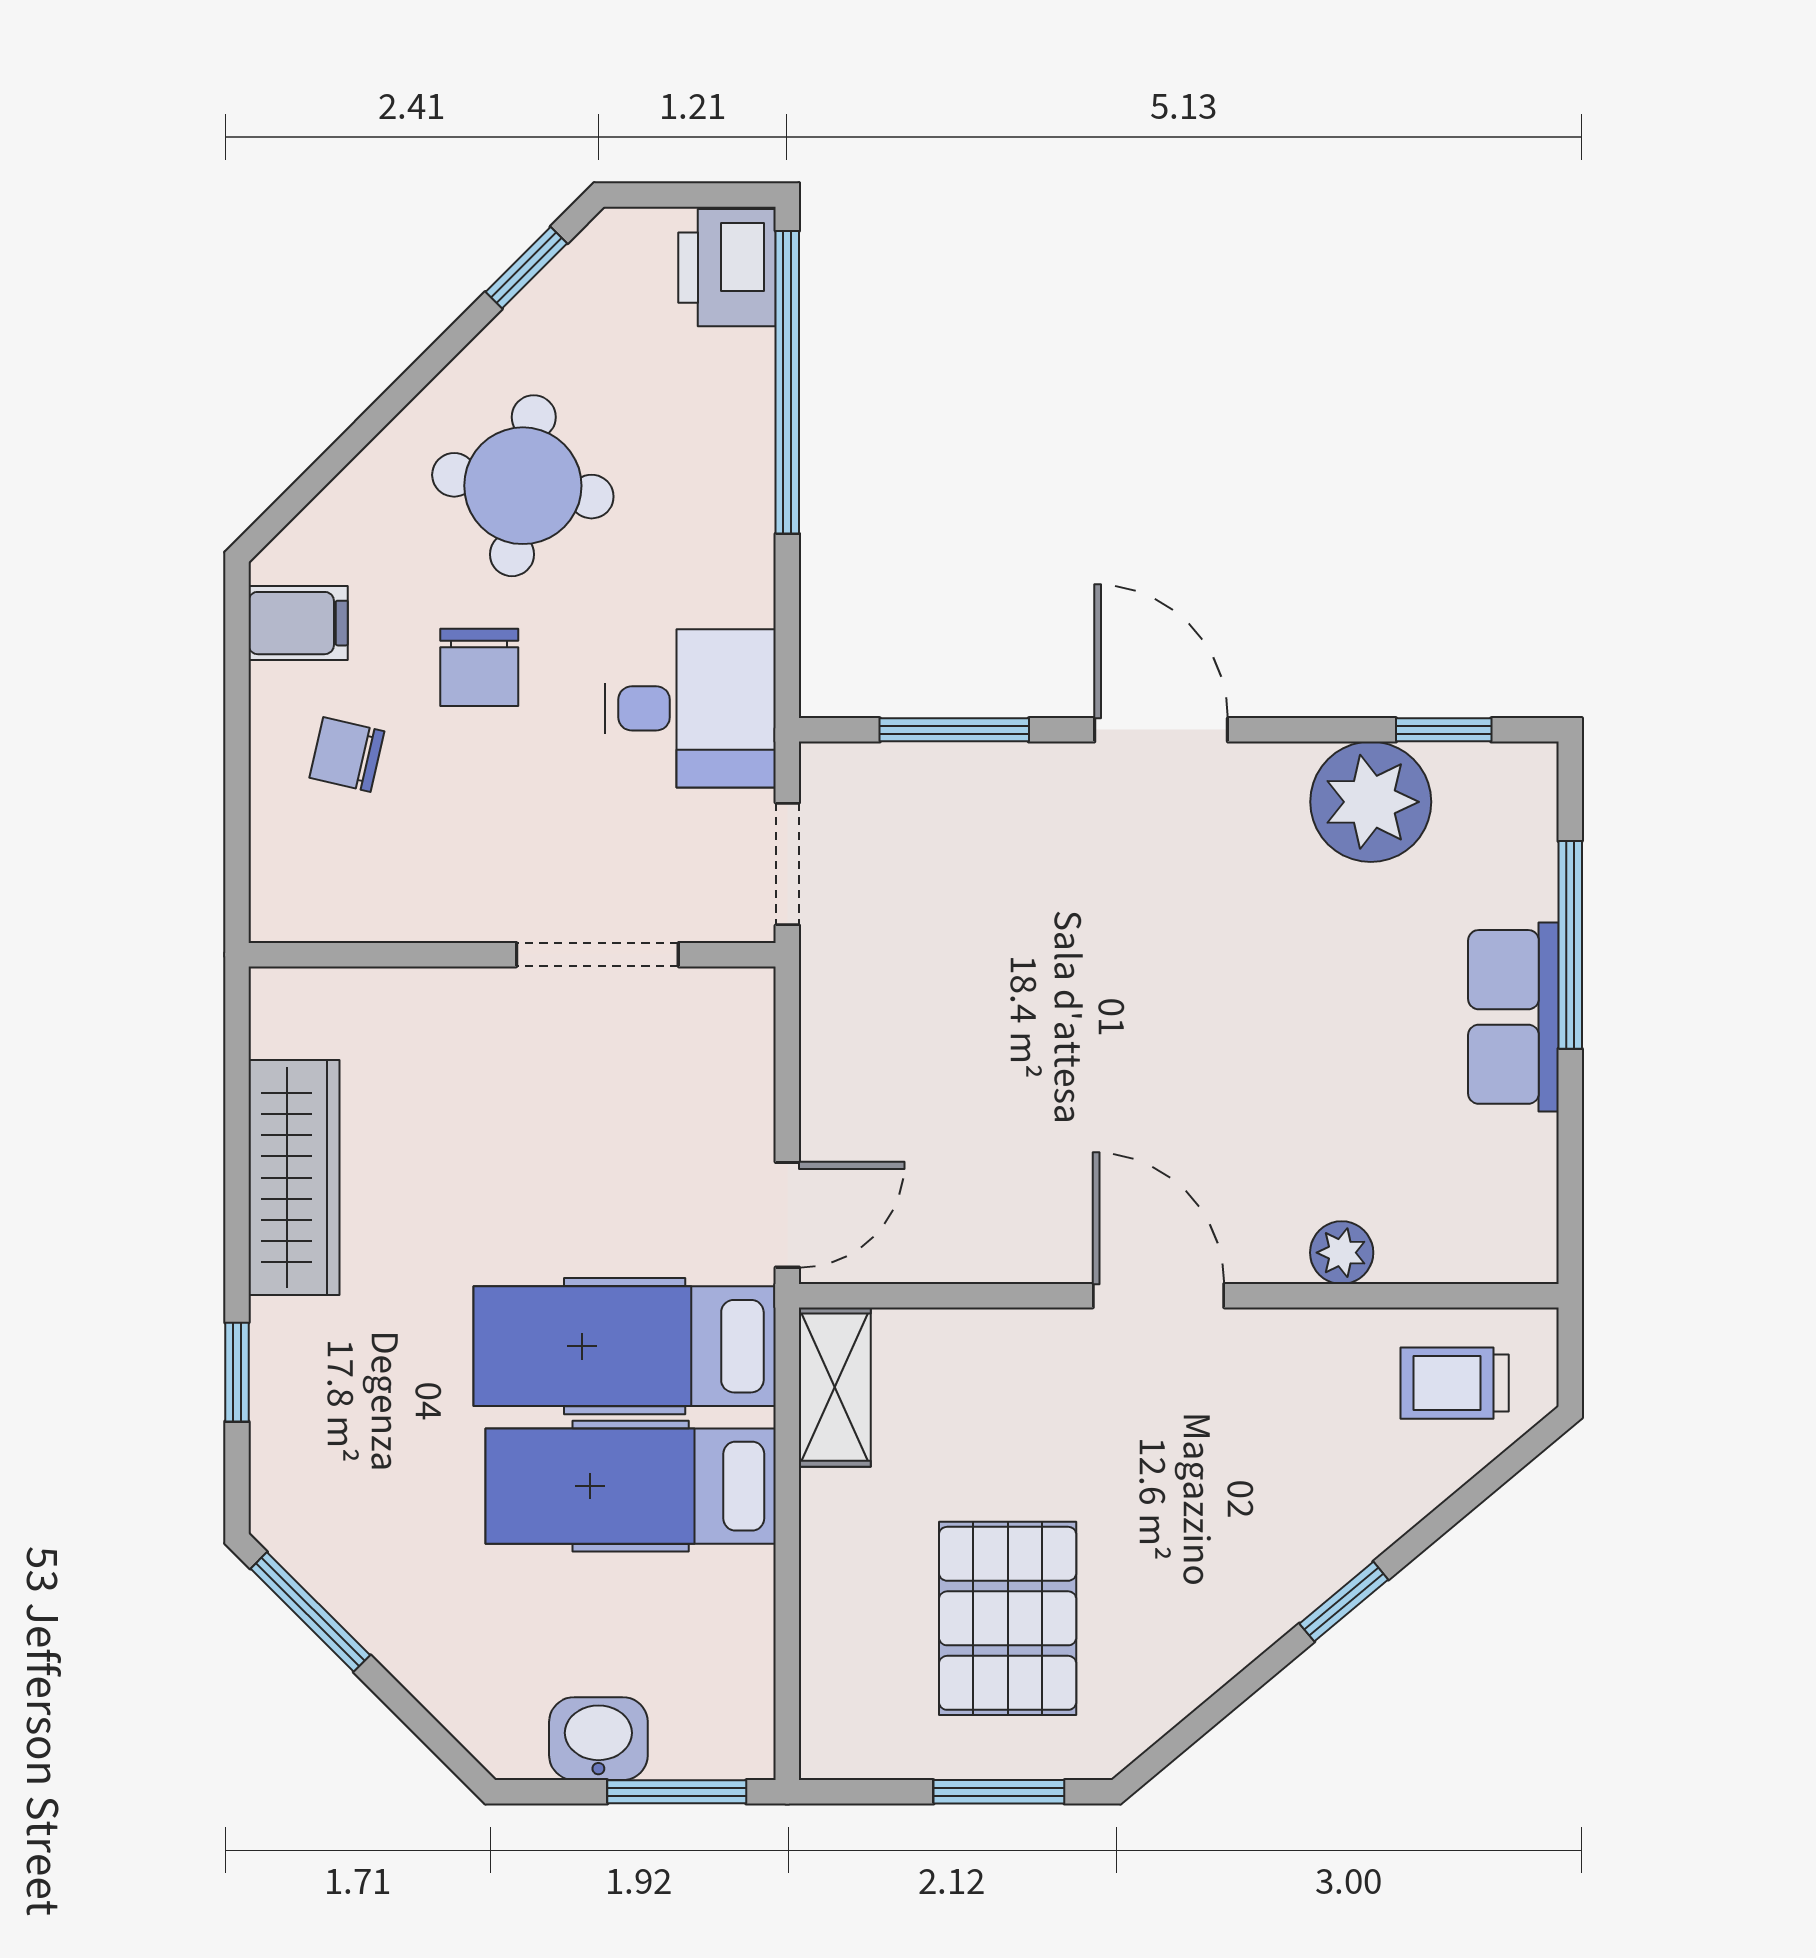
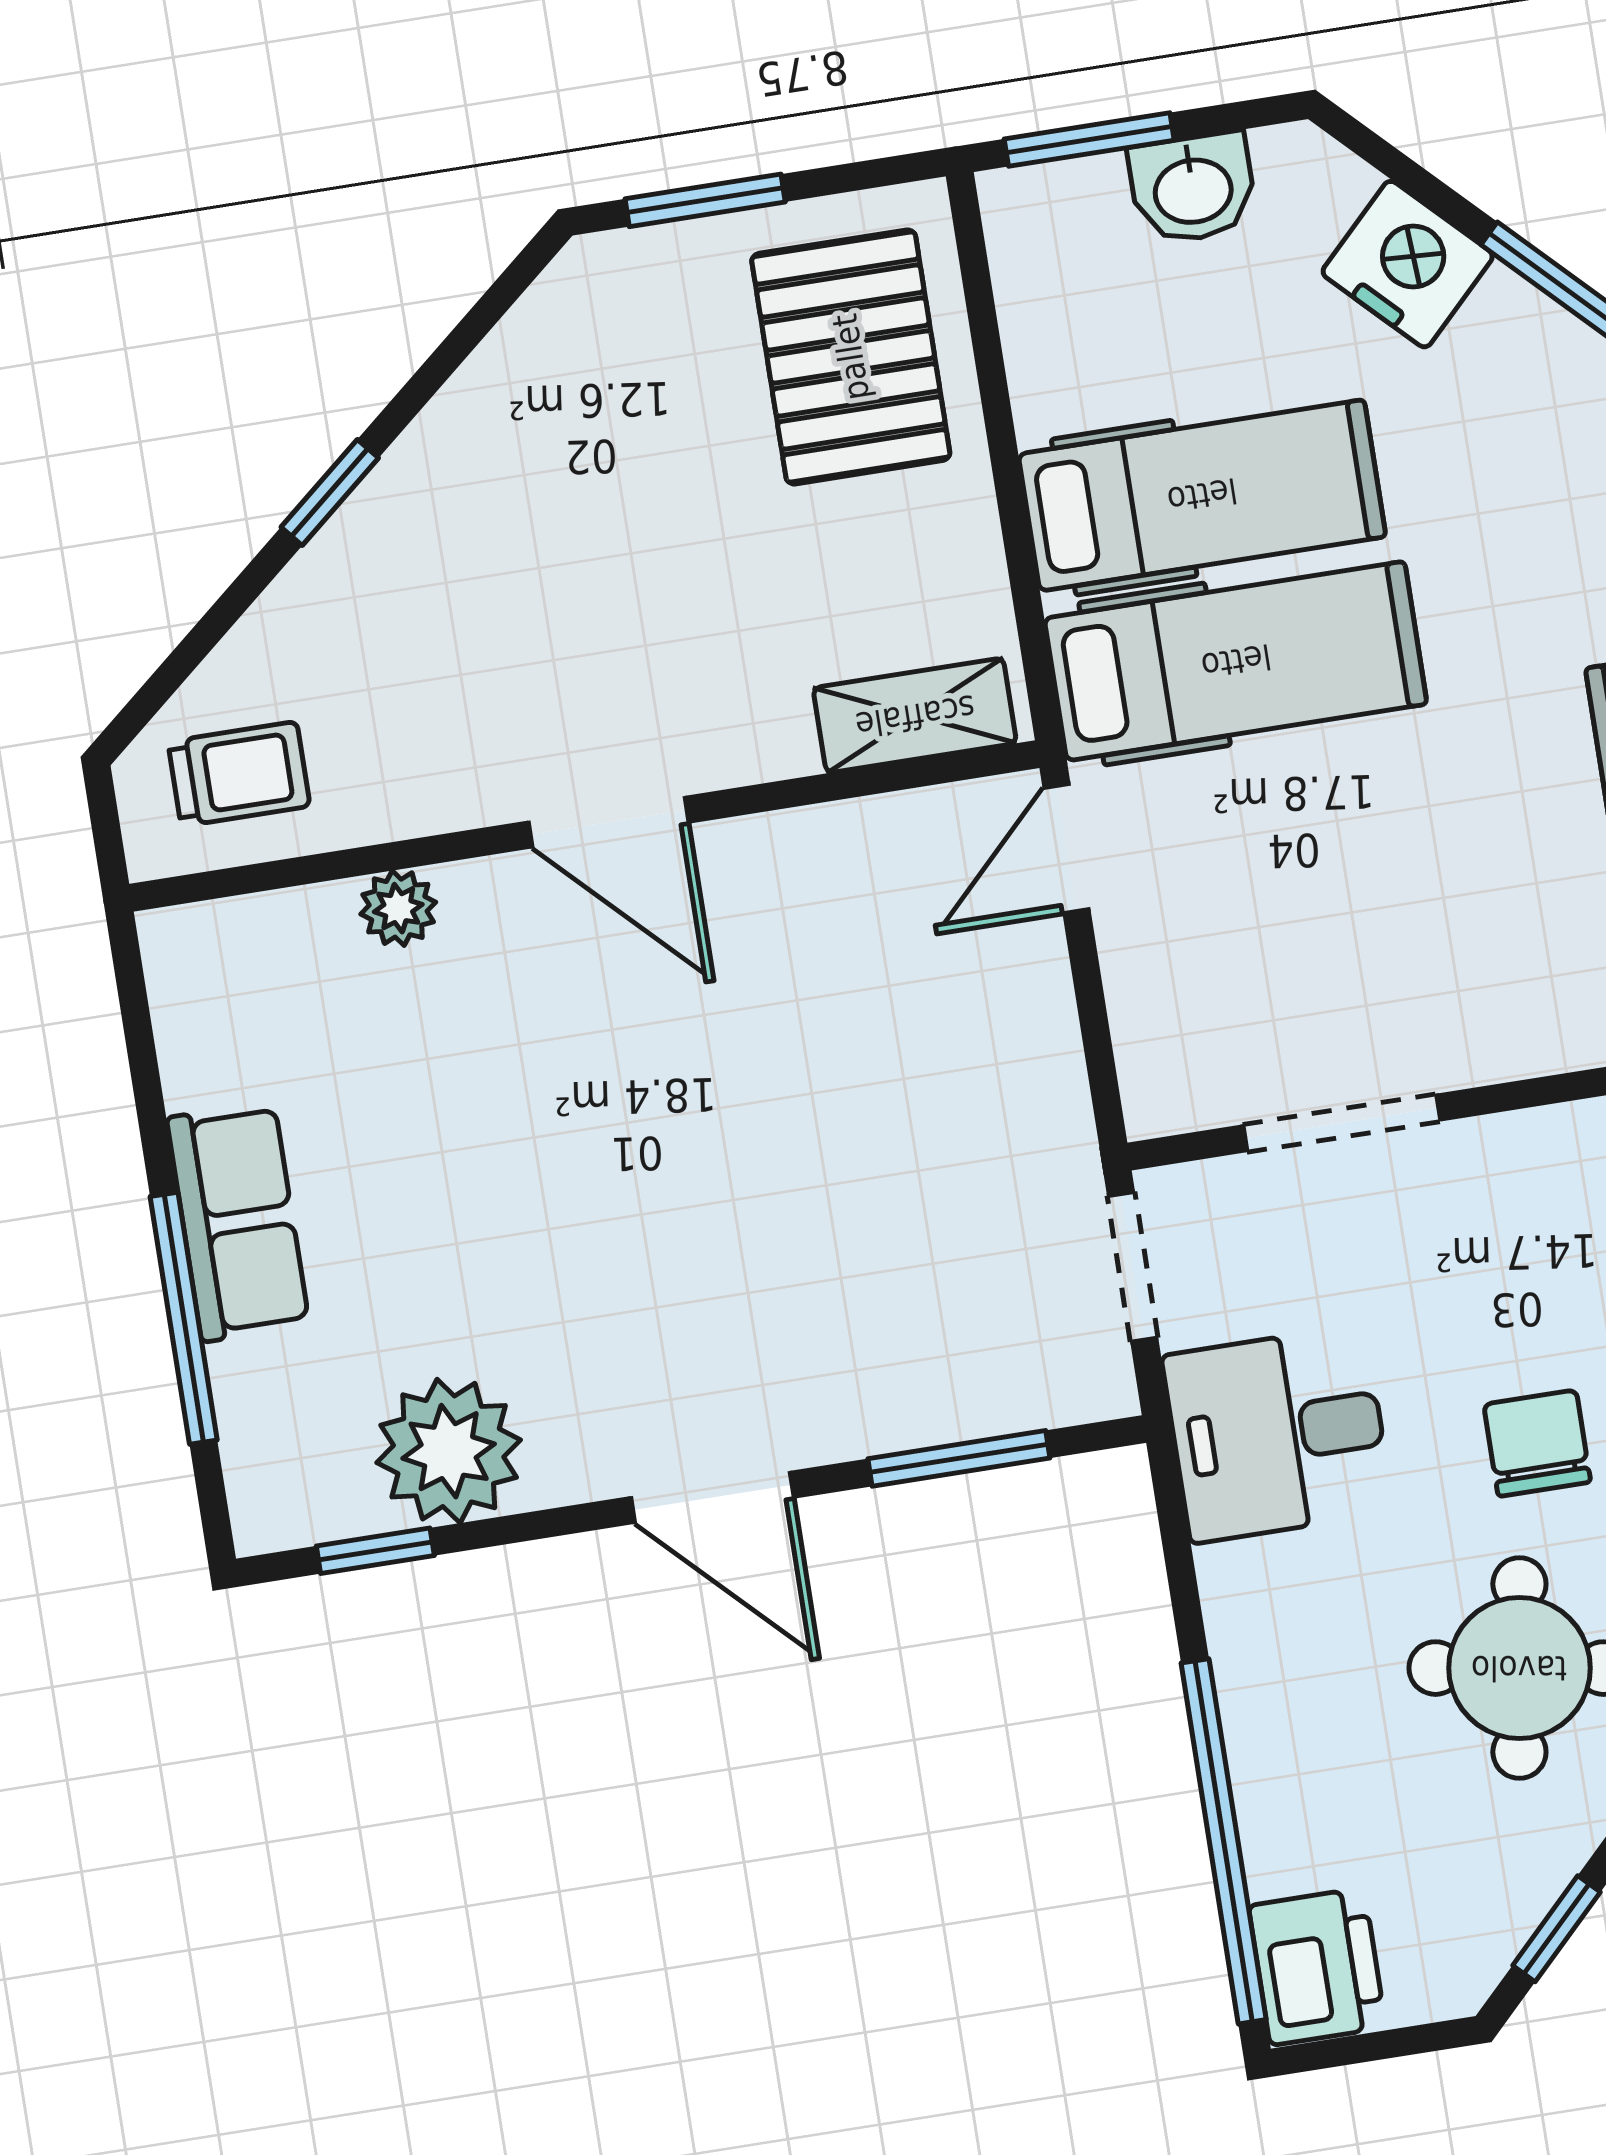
shelving: (835, 1387) -> (915, 716), moved, turned 90
pallet: (1008, 1618) -> (851, 357), moved
nightstand: (432, 1649) -> (1408, 264), added

